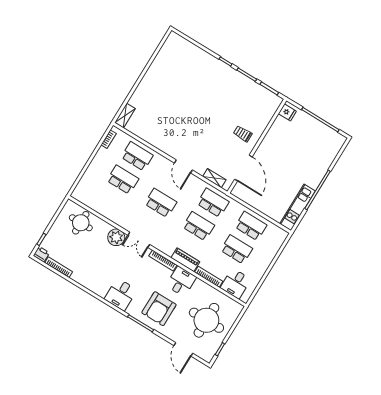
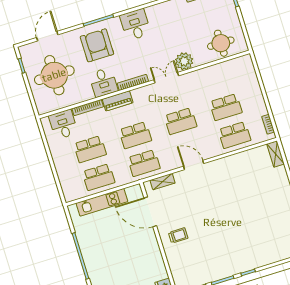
kitchen unit: (298, 207) -> (102, 202), moved, turned 90
door: (183, 349) -> (47, 36), hinge flipped

